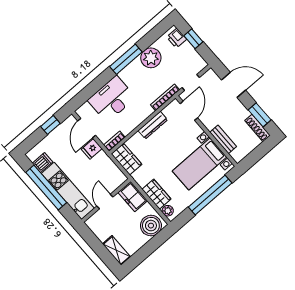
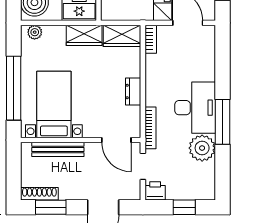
printer: (177, 38) -> (155, 191), moved
desk: (112, 99) -> (195, 108), moved
dresser: (153, 125) -> (133, 92), width x0.70
bench: (223, 139) -> (58, 149), width x1.36
wardrobe: (156, 194) -> (84, 35), moved

